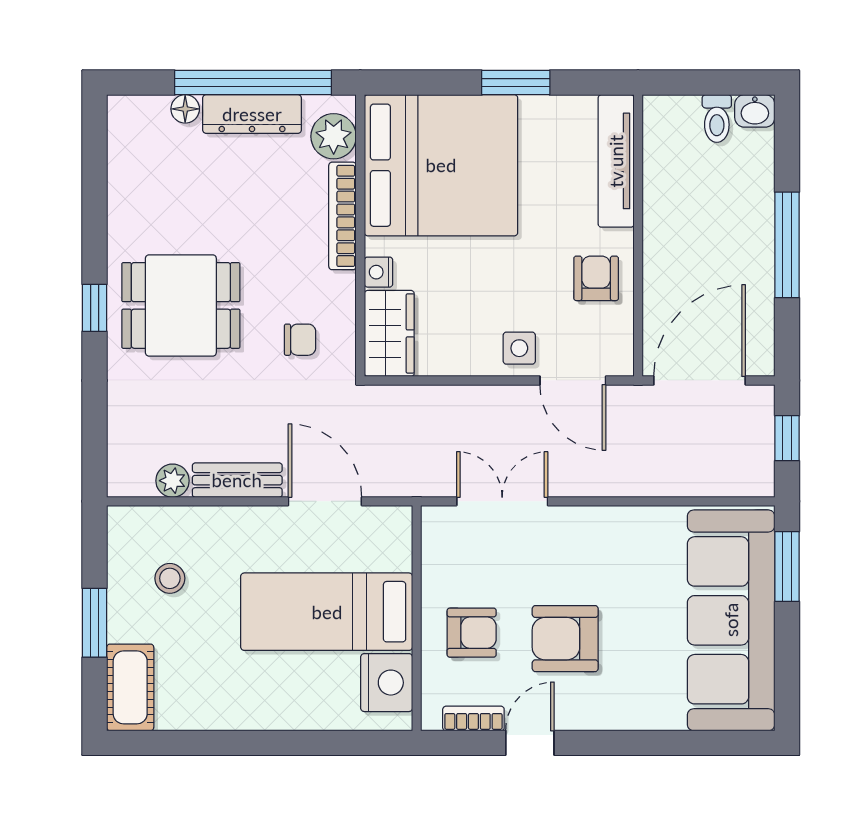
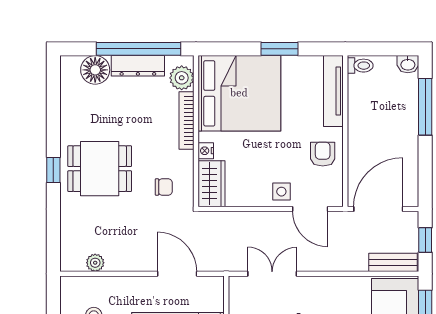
floor lamp: (185, 109) -> (95, 70), width x1.89, depth x1.89
toilet: (717, 119) -> (360, 66), moved, turned -90
window: (787, 245) -> (425, 107), moved
bench: (237, 480) -> (393, 262), moved

